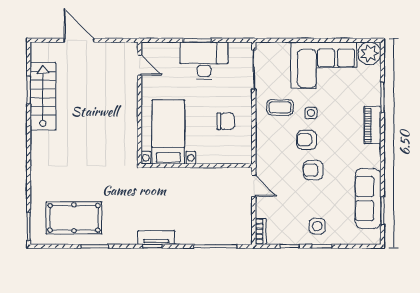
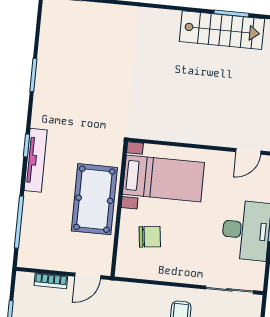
chair: (226, 121) -> (150, 237), moved, turned -97
pool table: (74, 218) -> (94, 199), moved
bookcase: (261, 231) -> (51, 281), moved
tv unit: (156, 238) -> (36, 160), width x1.41

